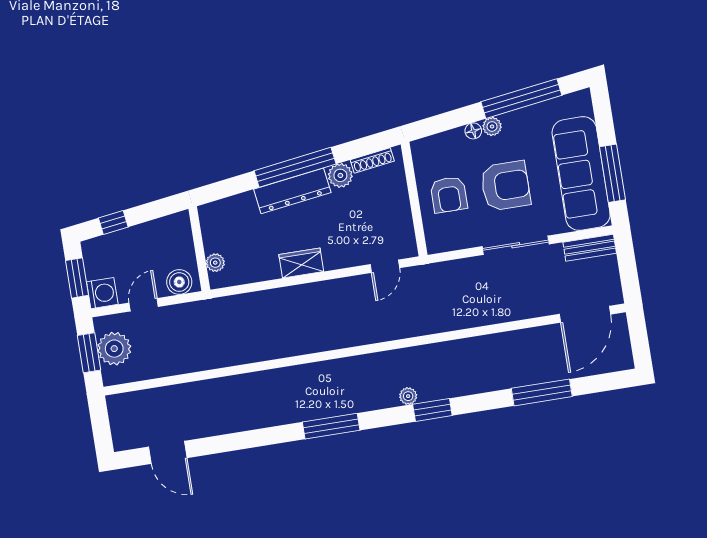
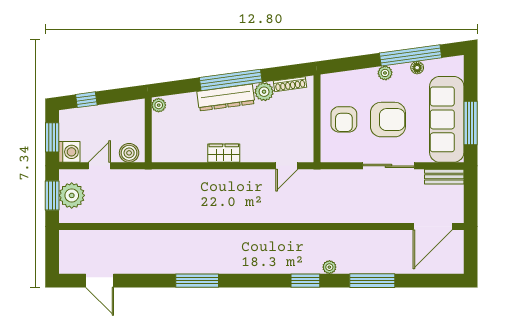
floor lamp: (473, 131) -> (417, 68), moved
plant: (215, 263) -> (159, 105), moved
window: (542, 392) -> (372, 281), moved
plant: (408, 396) -> (329, 267), moved
window: (331, 426) -> (197, 281), moved

